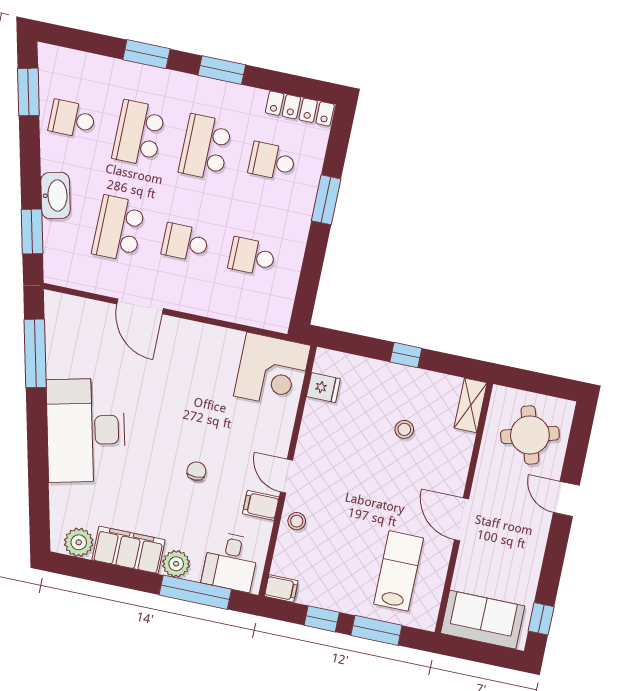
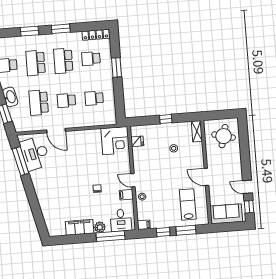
desk: (86, 430) -> (35, 153), moved, width x0.73, depth x0.77
round table: (530, 435) -> (224, 136), turned 30
door: (566, 499) -> (247, 187), moved
plant: (79, 542) -> (59, 230), removed

